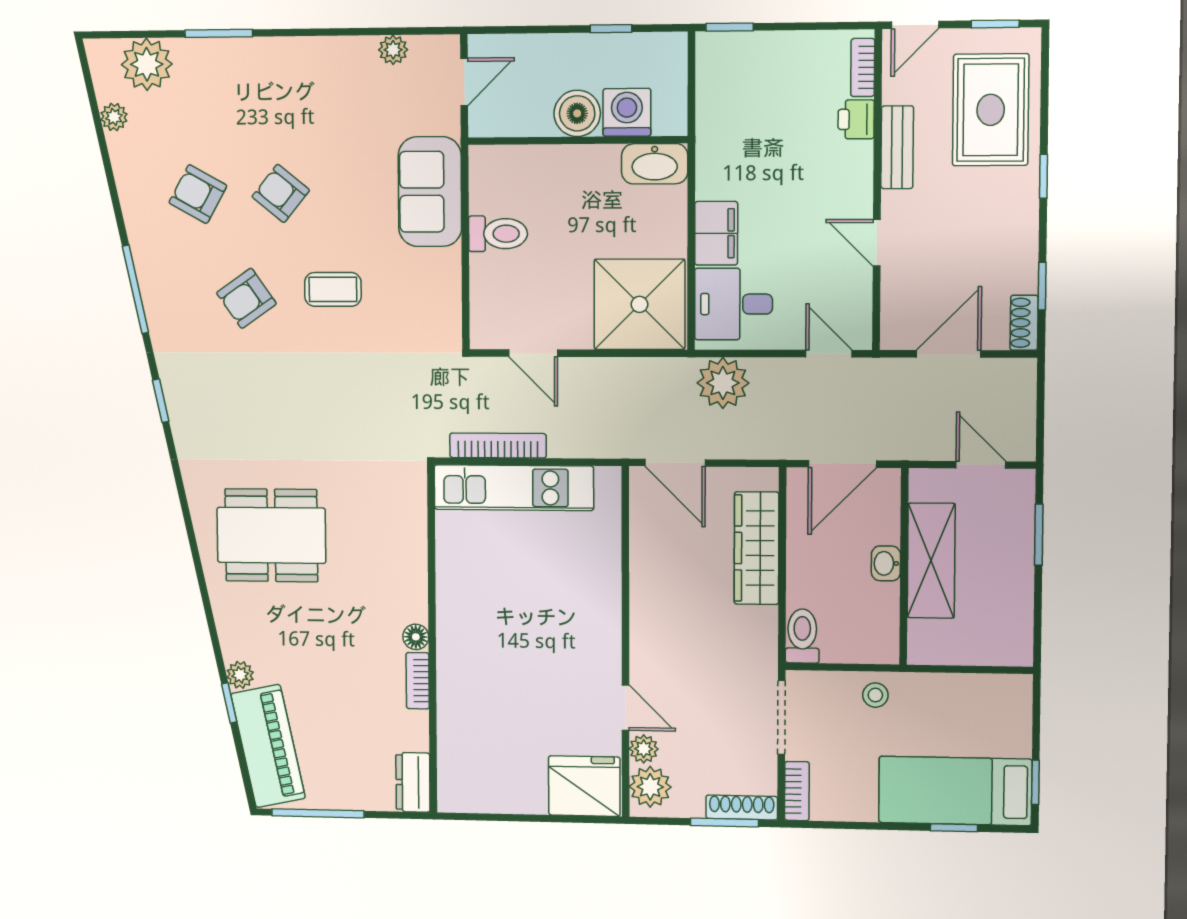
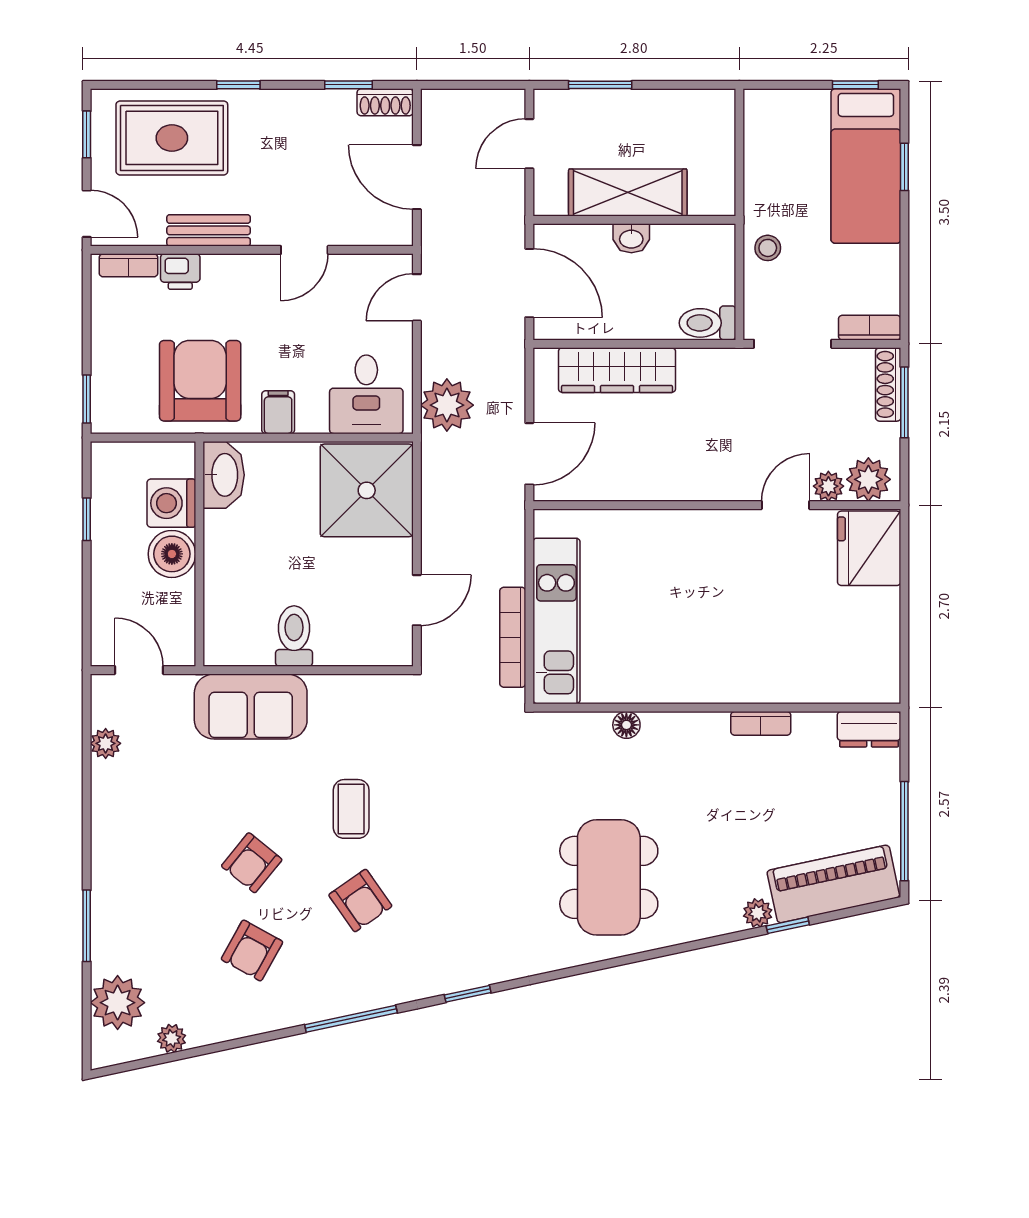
armchair: (747, 140) -> (200, 381), added
filing cabinet: (716, 233) -> (278, 412), width x0.50
floor lamp: (416, 637) -> (626, 725), moved

